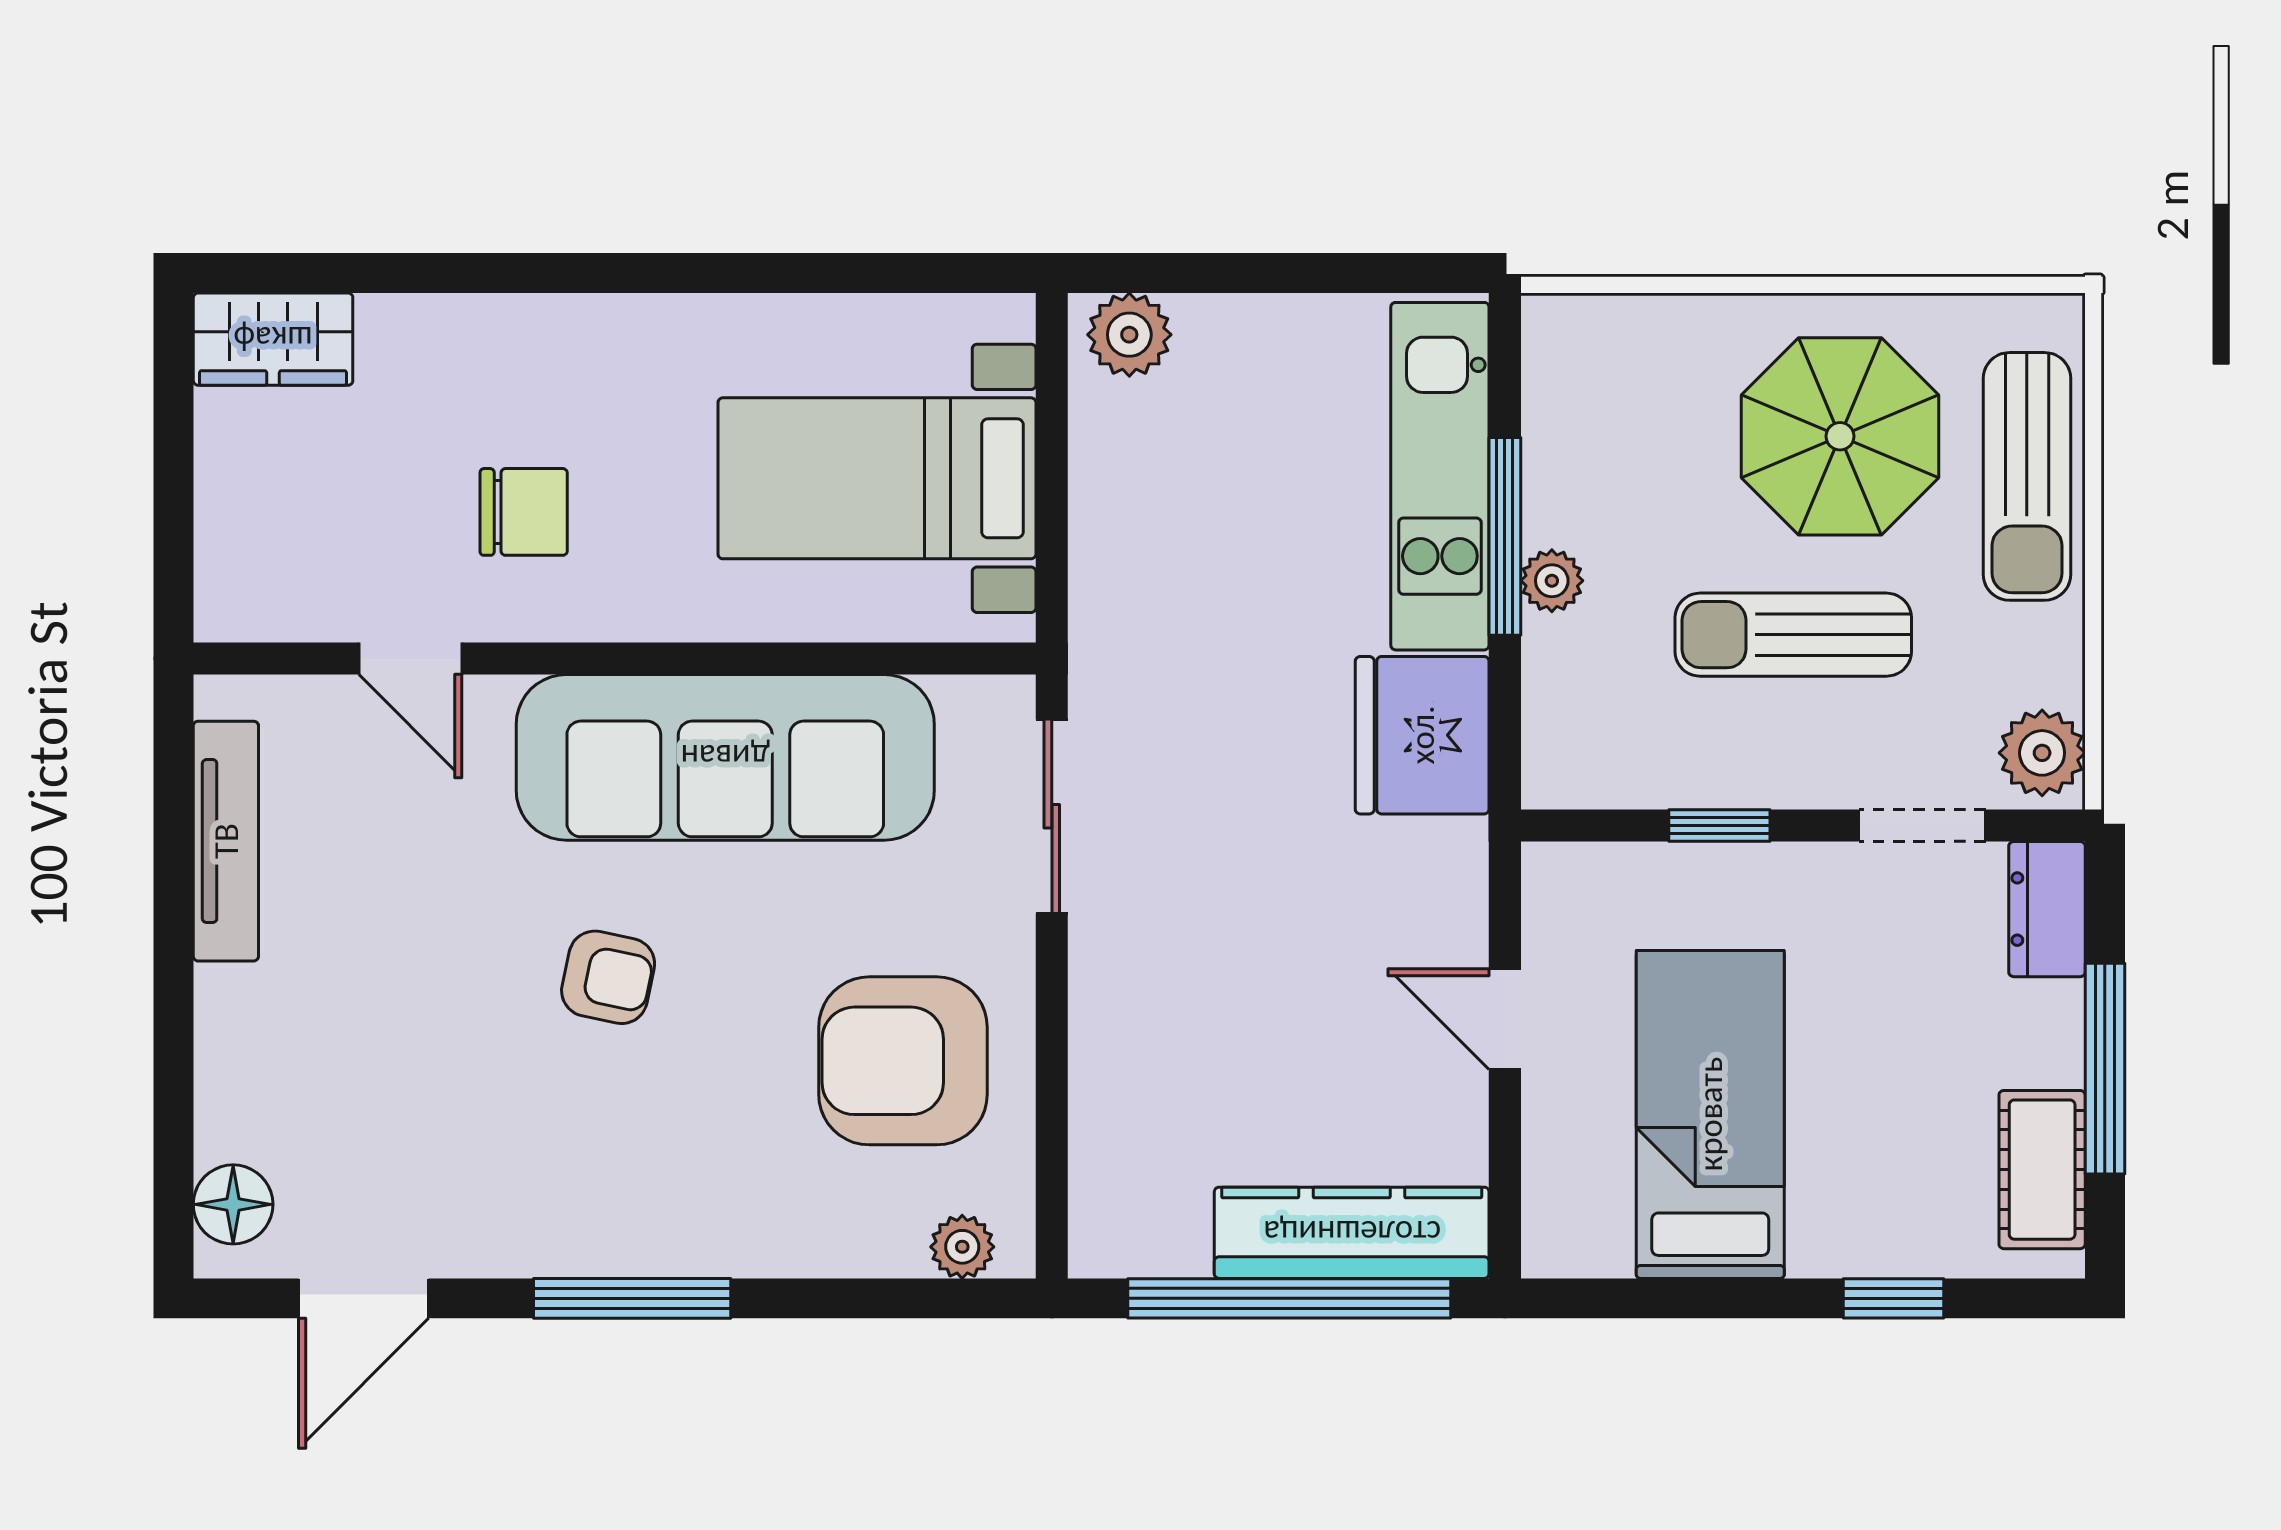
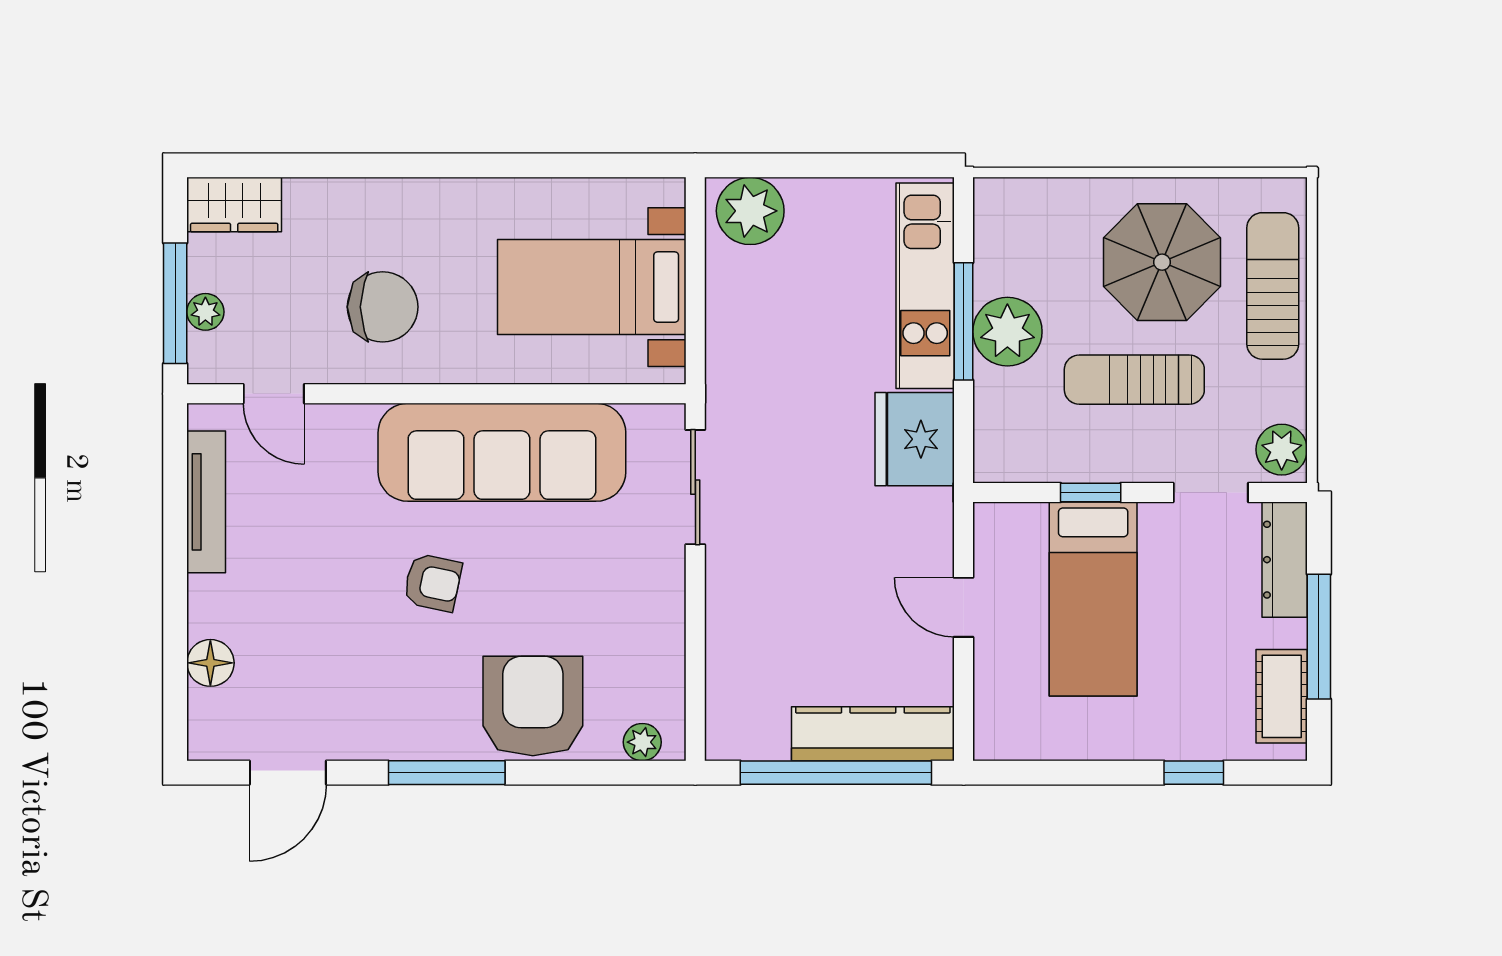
plant: (1129, 335) -> (750, 211), width x1.36, depth x1.36
sun lounger: (2027, 476) -> (1273, 286), turned 180
window: (173, 506) -> (175, 303), added
chair: (524, 512) -> (383, 307), width x1.37, depth x1.37
plant: (225, 520) -> (205, 312), added
plant: (1552, 581) -> (1007, 332), width x1.88, depth x1.88
door: (410, 659) -> (274, 394), moved
dresser: (2047, 909) -> (1285, 560), width x1.44
armchair: (903, 1061) -> (533, 706), moved, turned 90
bed: (1710, 1114) -> (1093, 599), moved, turned 180
floor lamp: (233, 1204) -> (210, 663), moved

